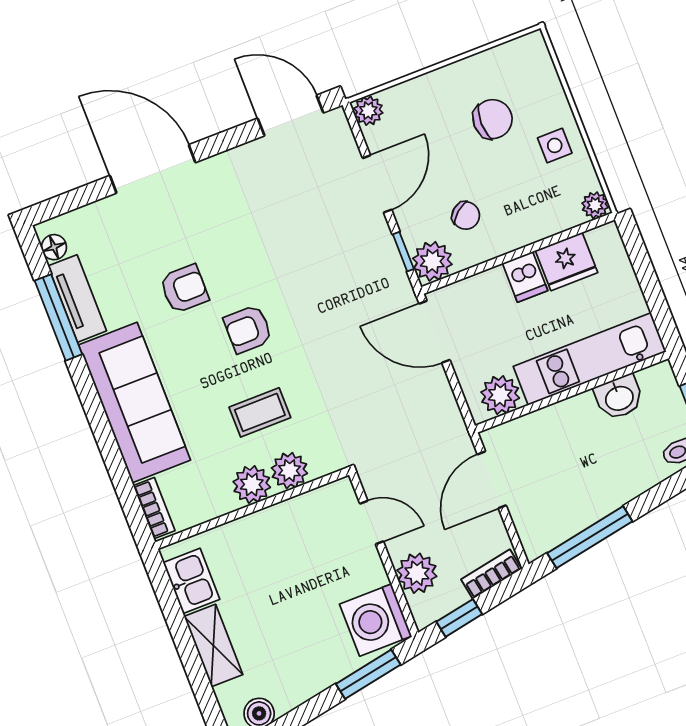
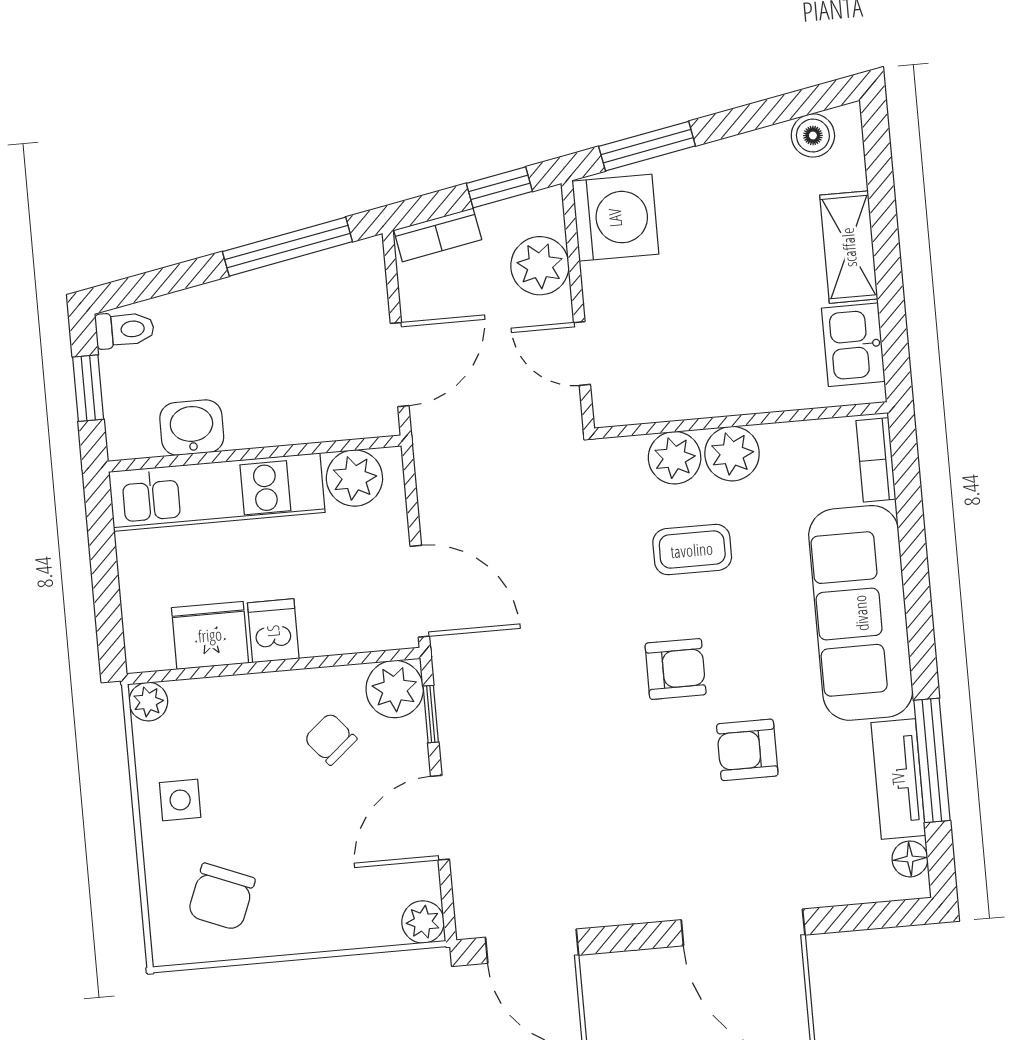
chair: (493, 119) -> (221, 897), moved, turned -68

